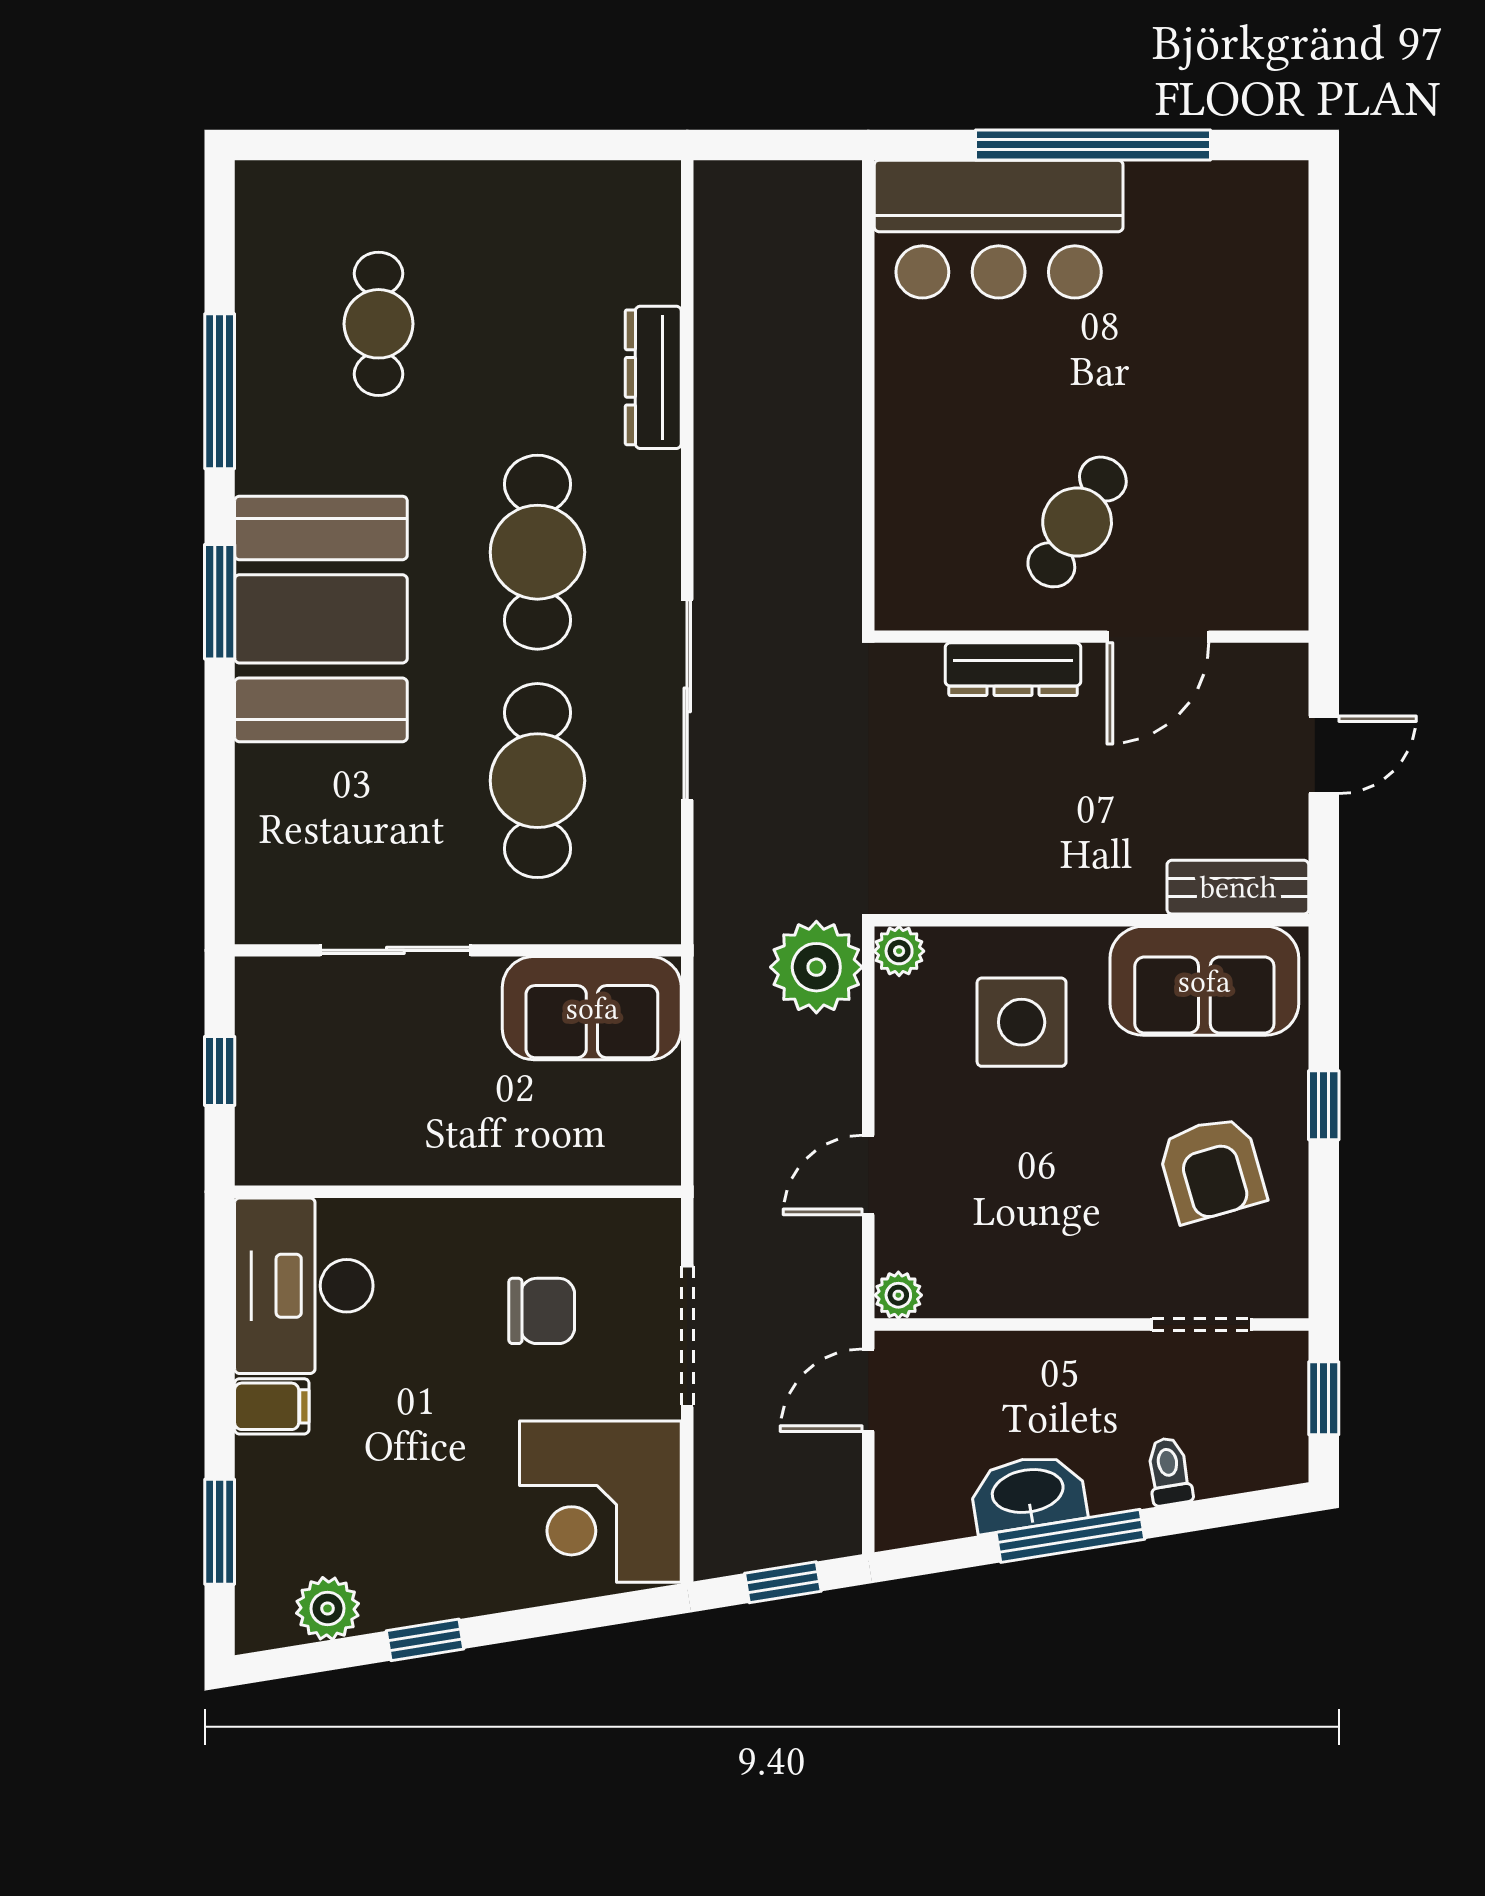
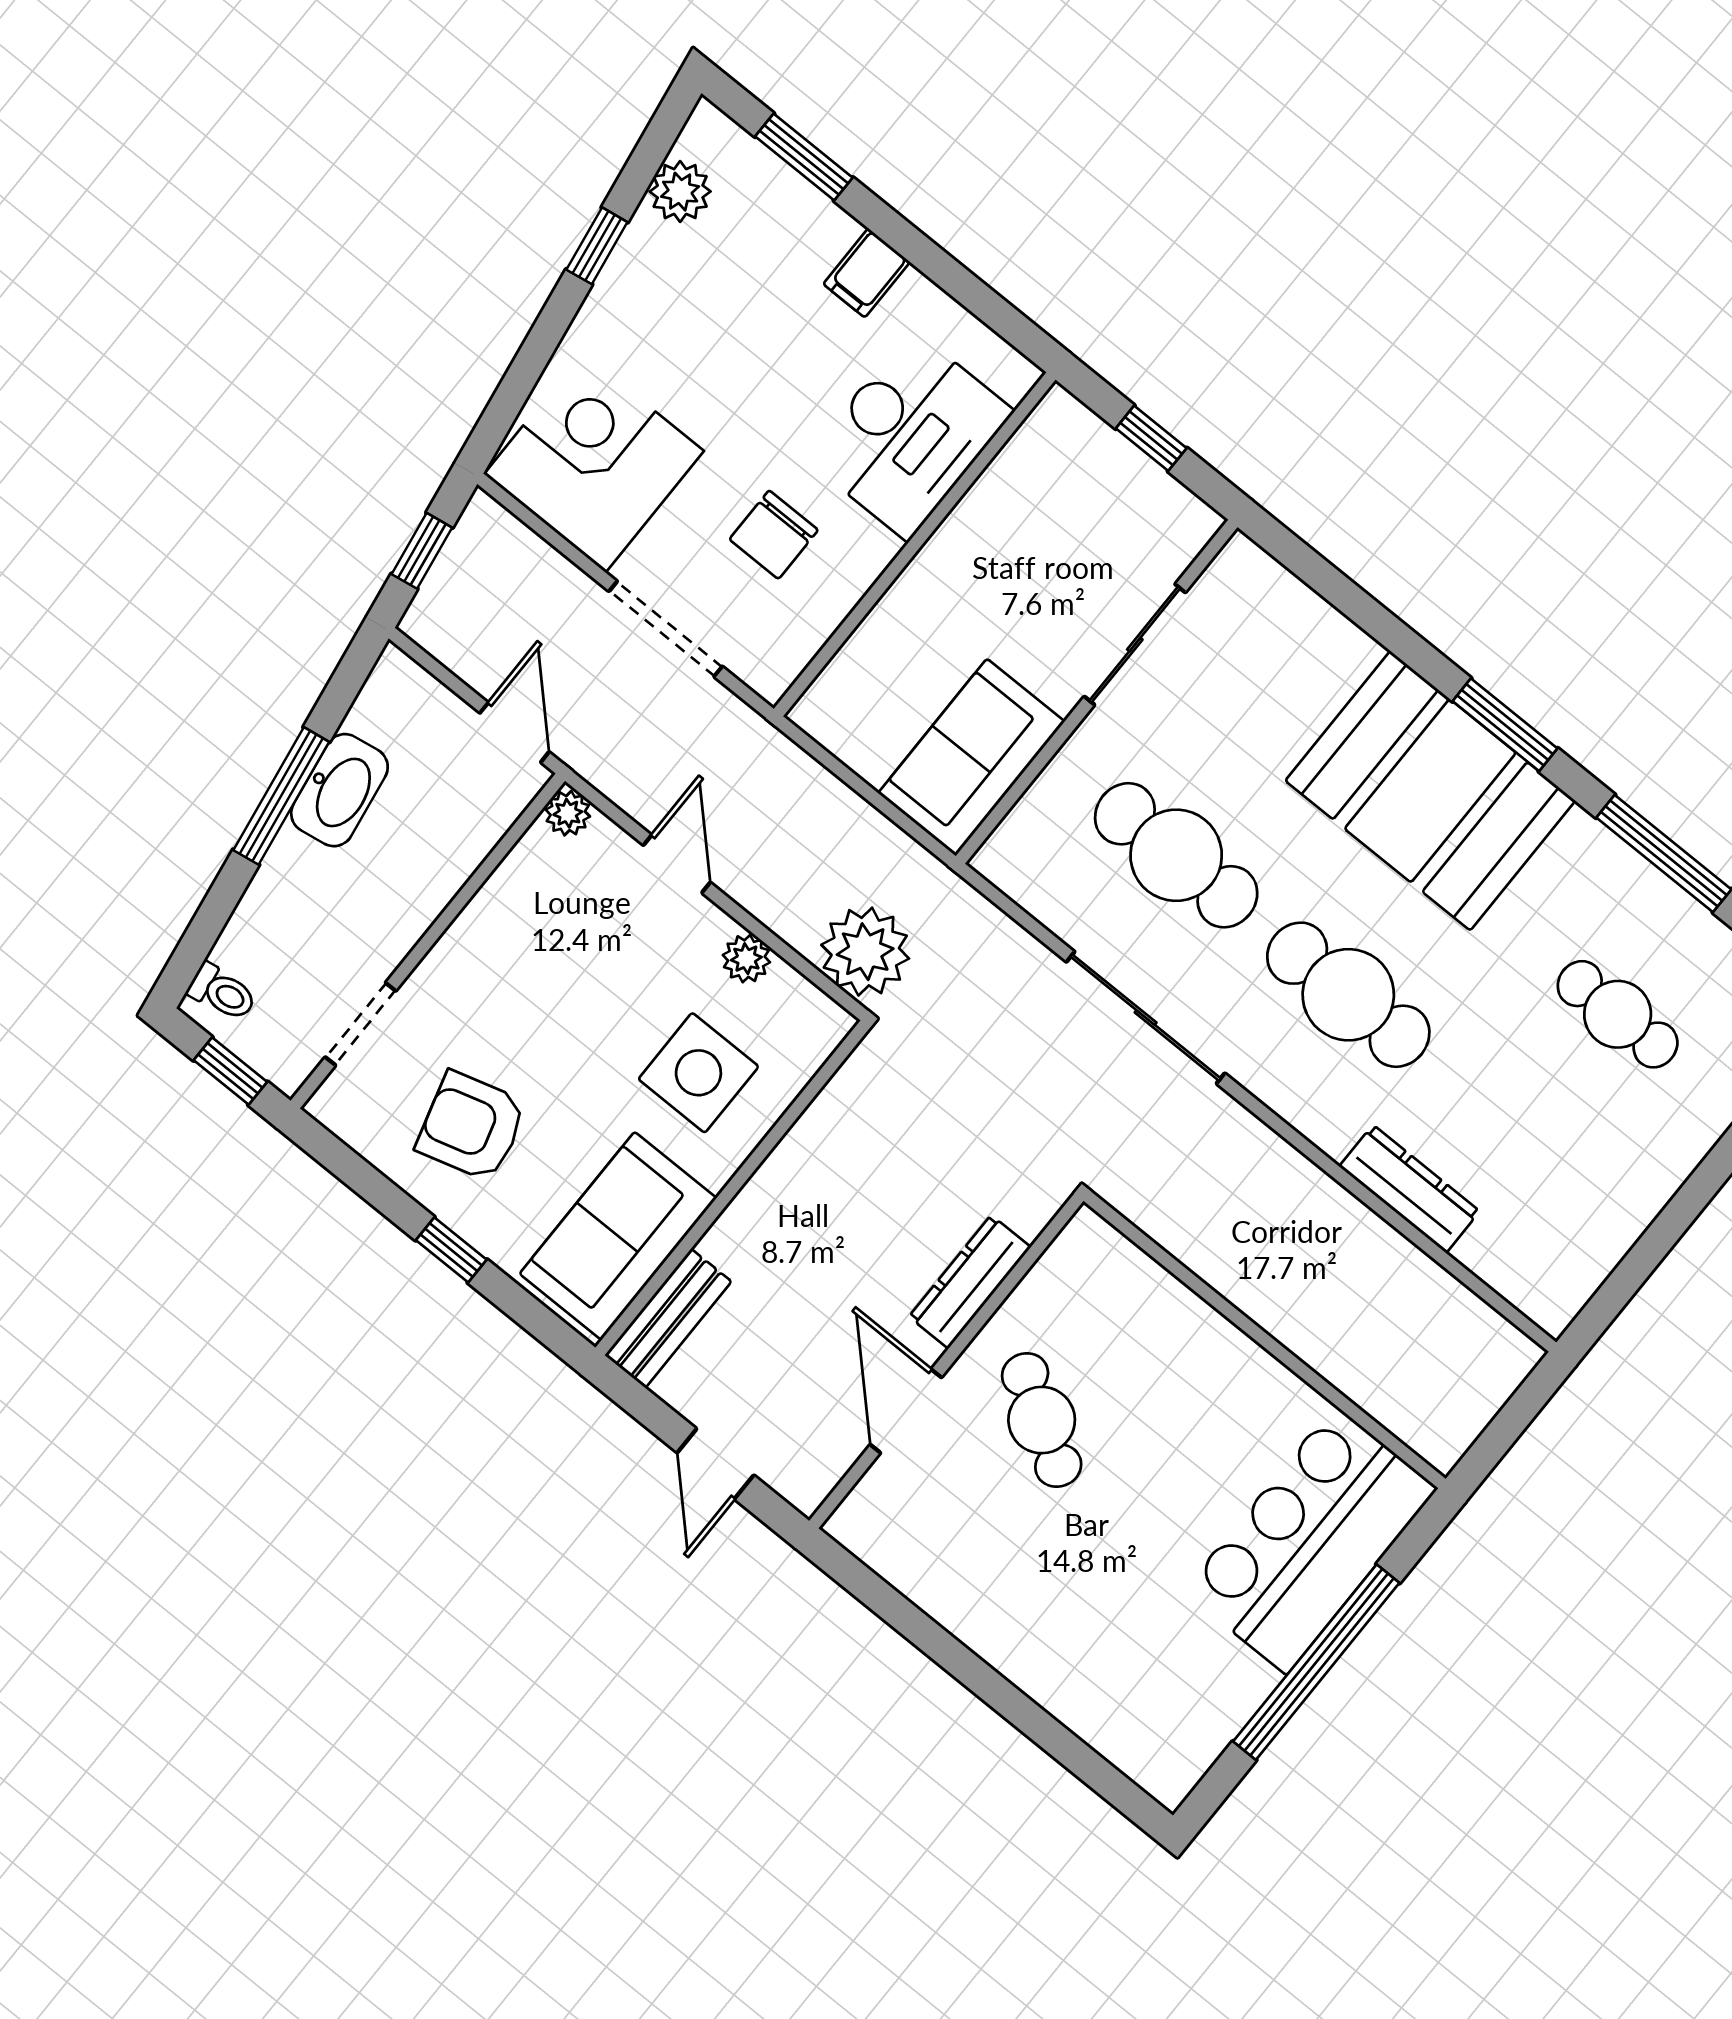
plant: (899, 951) -> (746, 959), moved
desk: (304, 1286) -> (909, 435), moved, turned 90
toilet: (1169, 1471) -> (222, 992), moved

